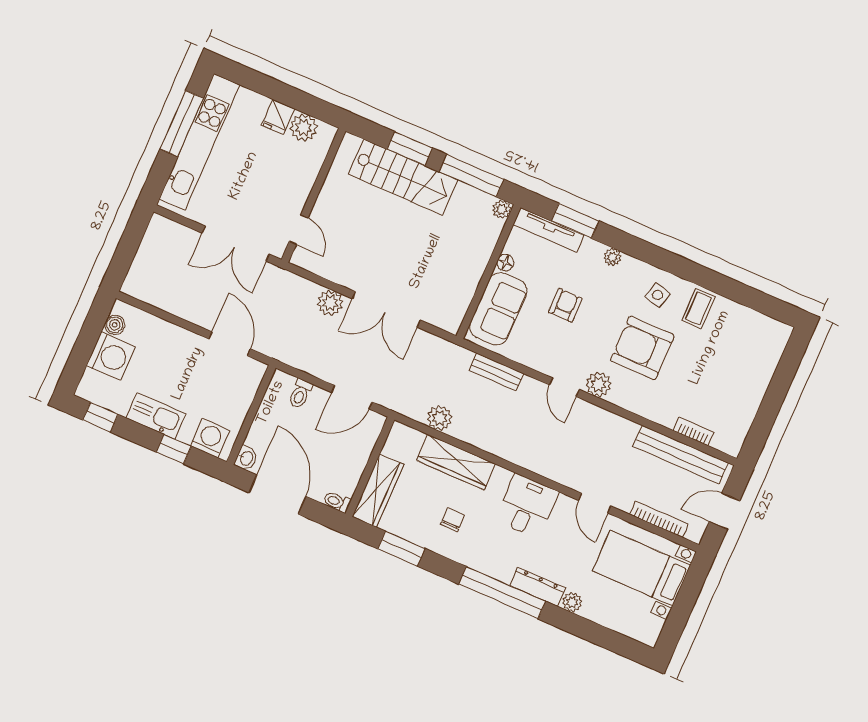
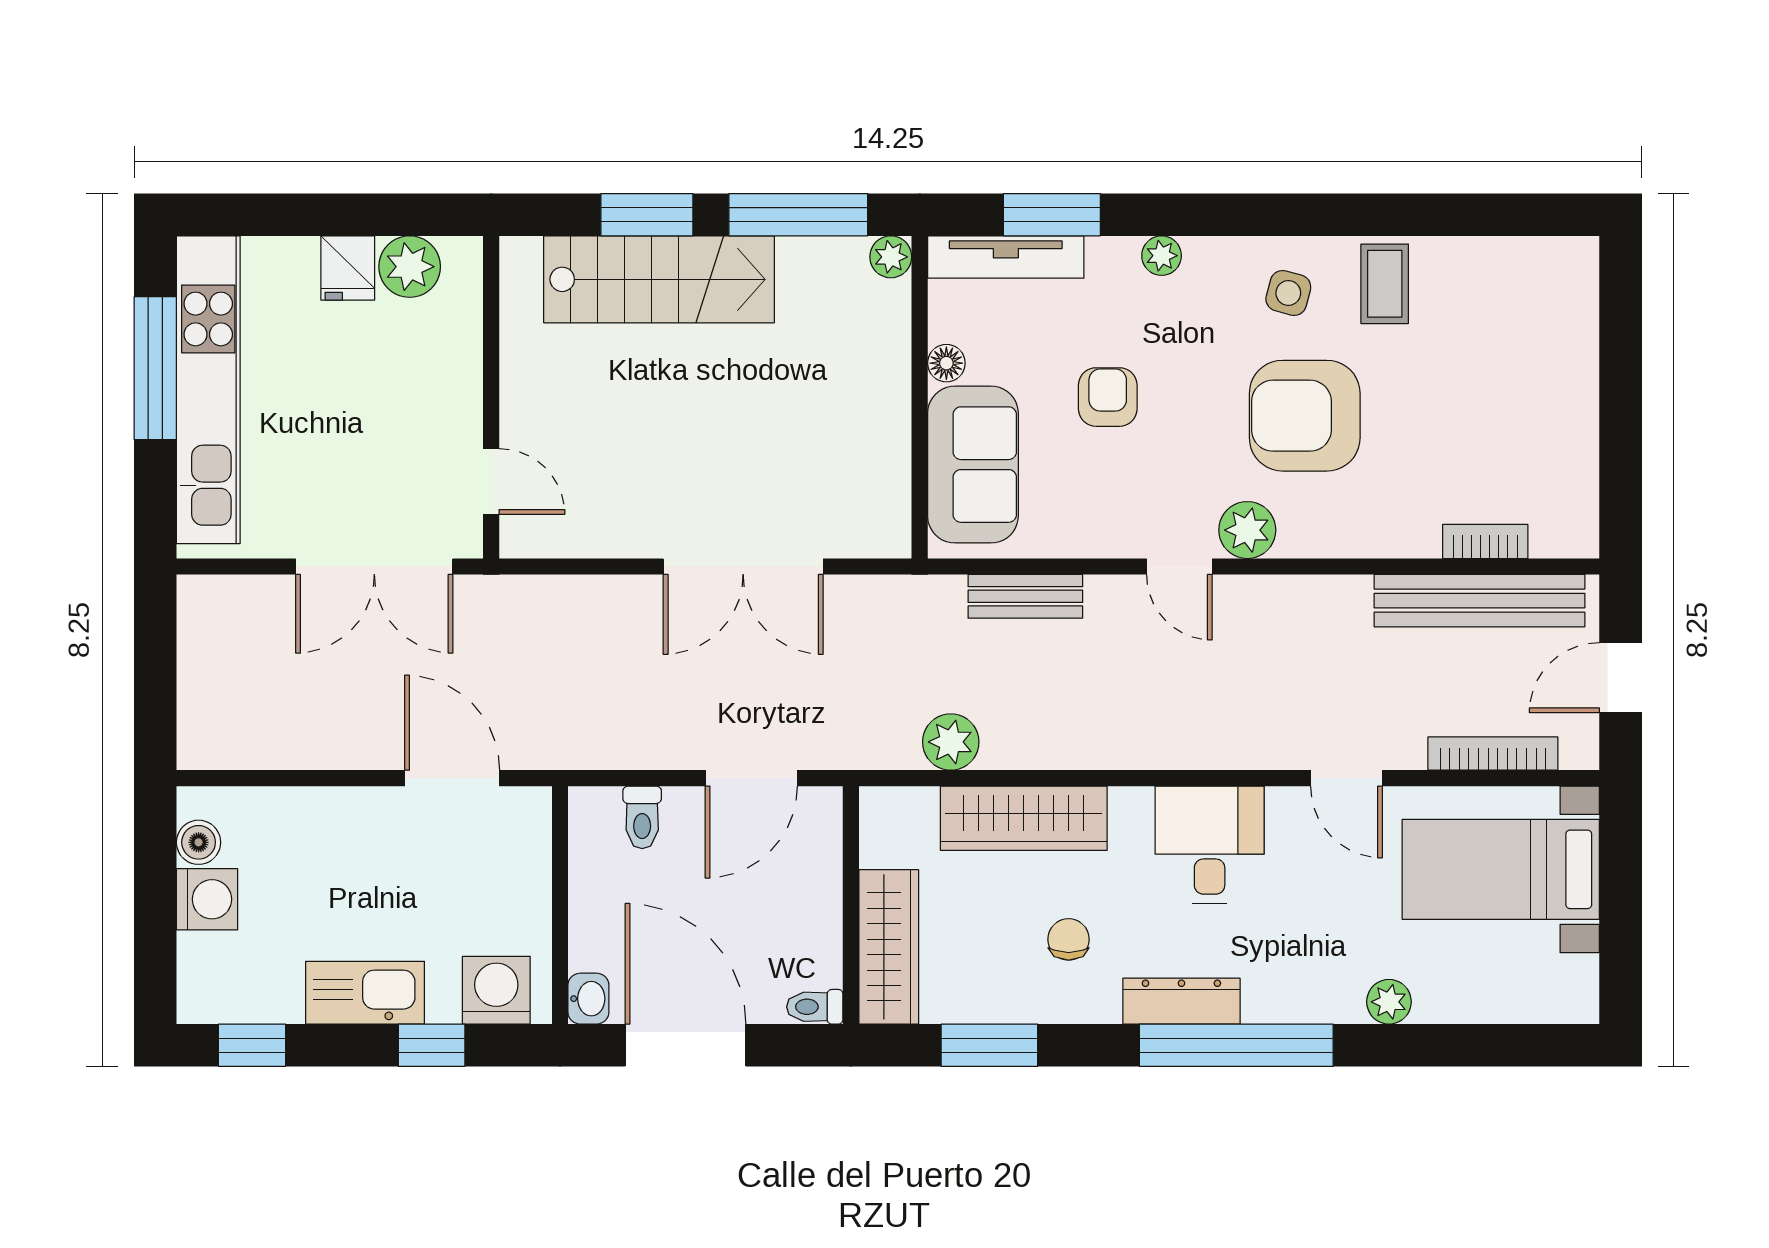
plant: (330, 303) -> (622, 603), removed
washing machine: (111, 356) -> (207, 899), width x0.73, depth x0.73
dresser: (538, 587) -> (1181, 1001), moved

